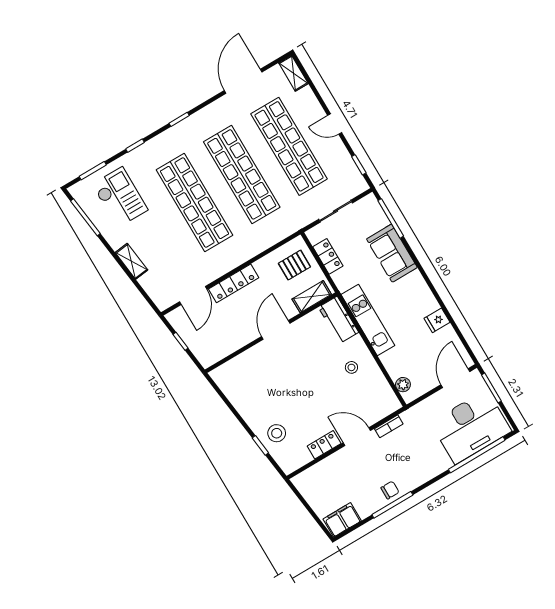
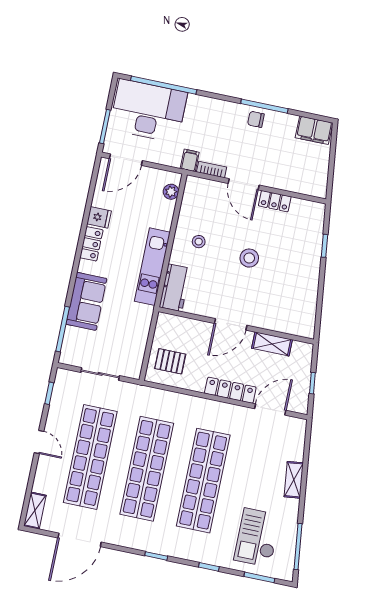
locker: (328, 256) -> (91, 244), moved, turned 180
shelving: (312, 297) -> (272, 344), moved
filing cabinet: (410, 419) -> (190, 160), added
stool: (277, 433) -> (249, 258), moved

